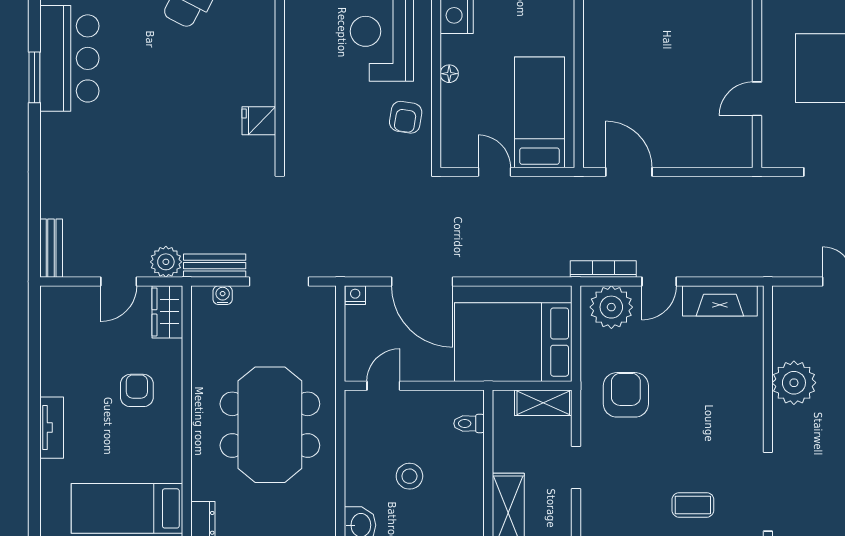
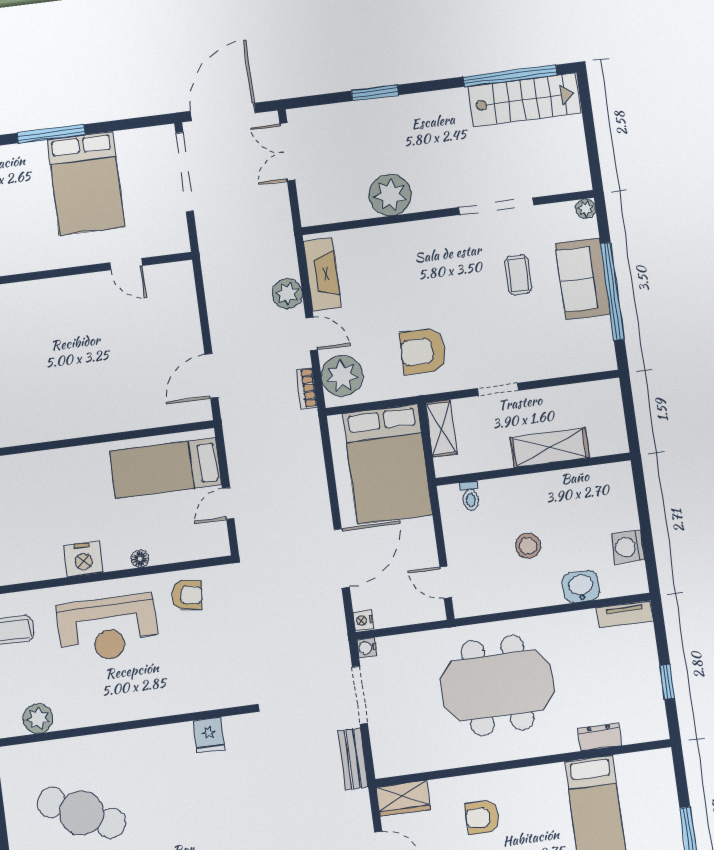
plant: (166, 262) -> (287, 294), moved
bookcase: (603, 269) -> (307, 388), width x0.64
water cooler: (223, 295) -> (367, 648), moved

